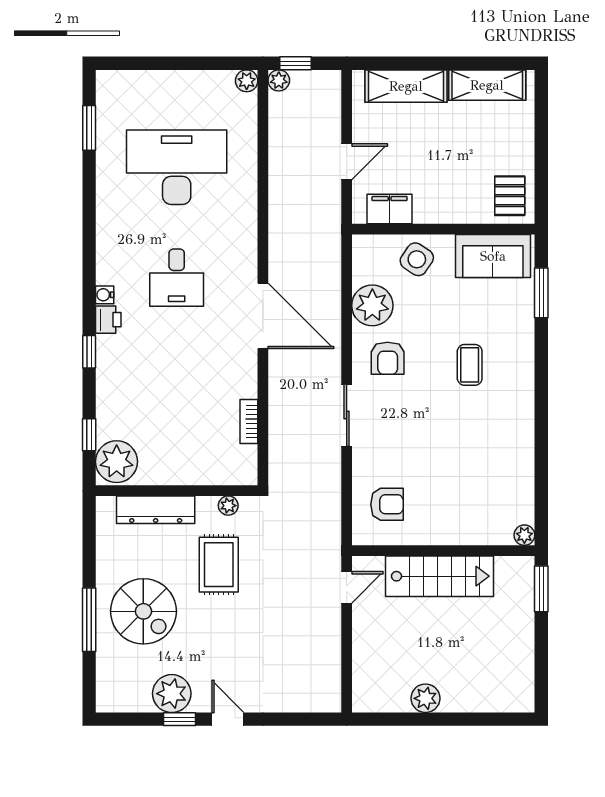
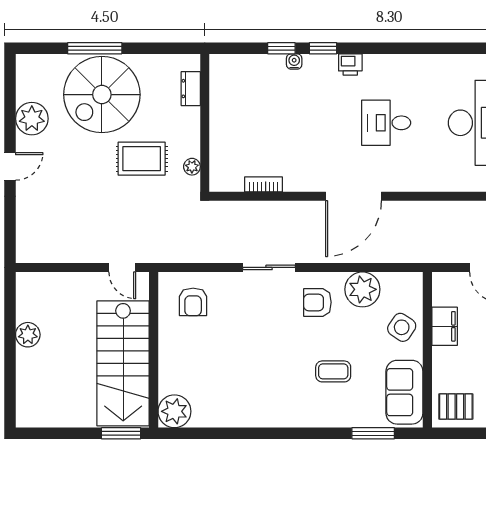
filing cabinet: (390, 209) -> (445, 326), moved
water cooler: (105, 295) -> (294, 61), moved
coffee table: (470, 365) -> (333, 371), moved
window: (89, 435) -> (281, 48), moved
plant: (117, 462) -> (229, 72), removed
dresser: (156, 510) -> (191, 89), width x0.51, depth x0.80
plant: (524, 535) -> (174, 411), width x1.88, depth x1.88
stairs: (440, 576) -> (123, 363), width x1.36, depth x1.51
spiral stairs: (143, 611) -> (102, 95), width x1.37, depth x1.37
window: (180, 719) -> (10, 125), removed

